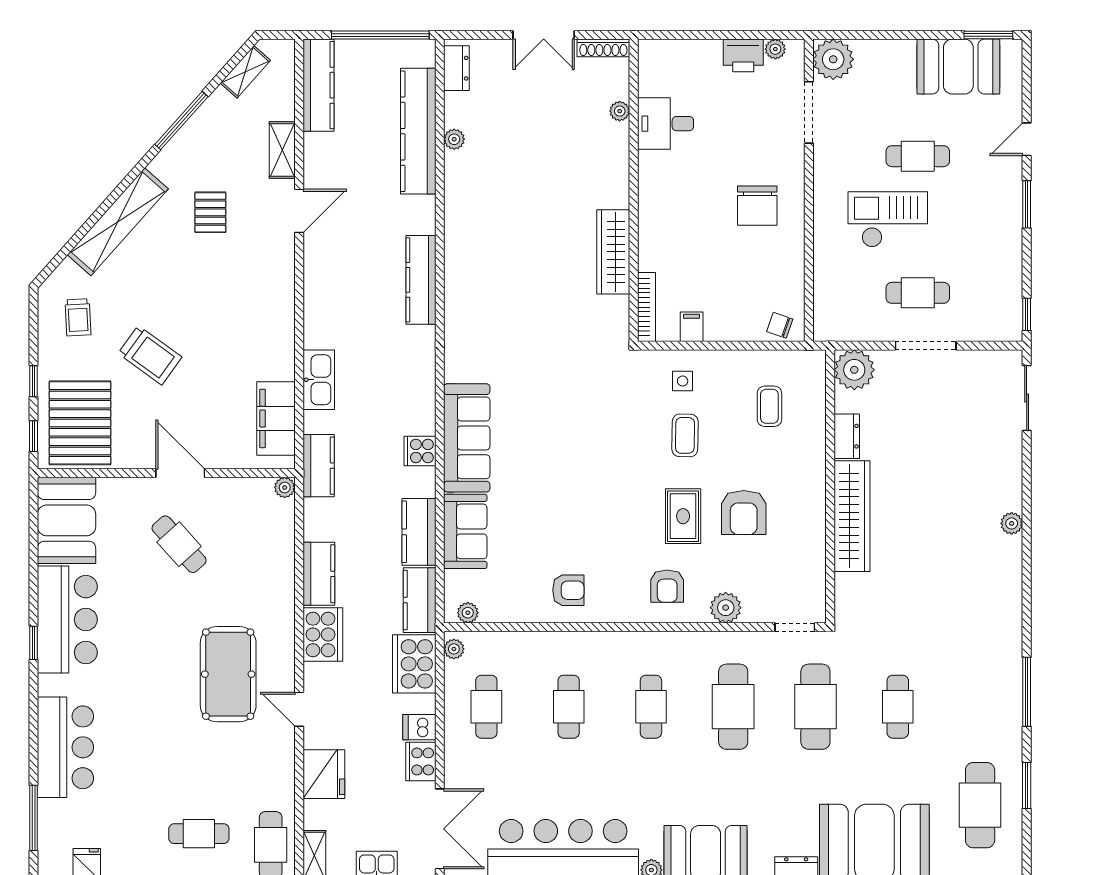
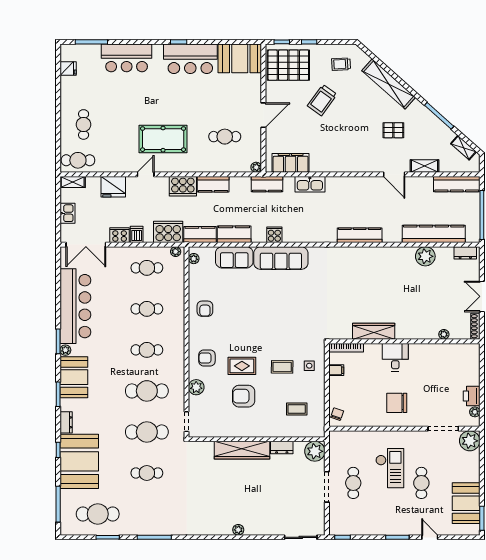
desk: (666, 124) -> (395, 357), moved
plant: (454, 139) -> (425, 256), width x1.88, depth x1.88
cafe table: (179, 544) -> (225, 137), moved, turned 42

